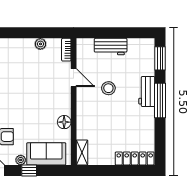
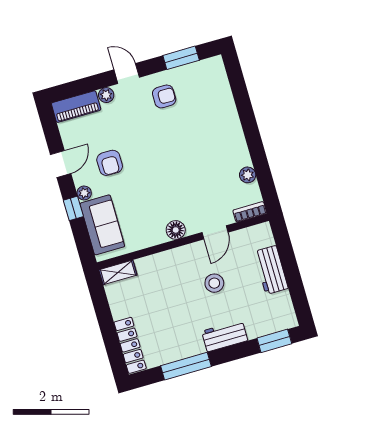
window: (160, 100) -> (186, 366), moved
floor lamp: (64, 122) -> (176, 230), moved

